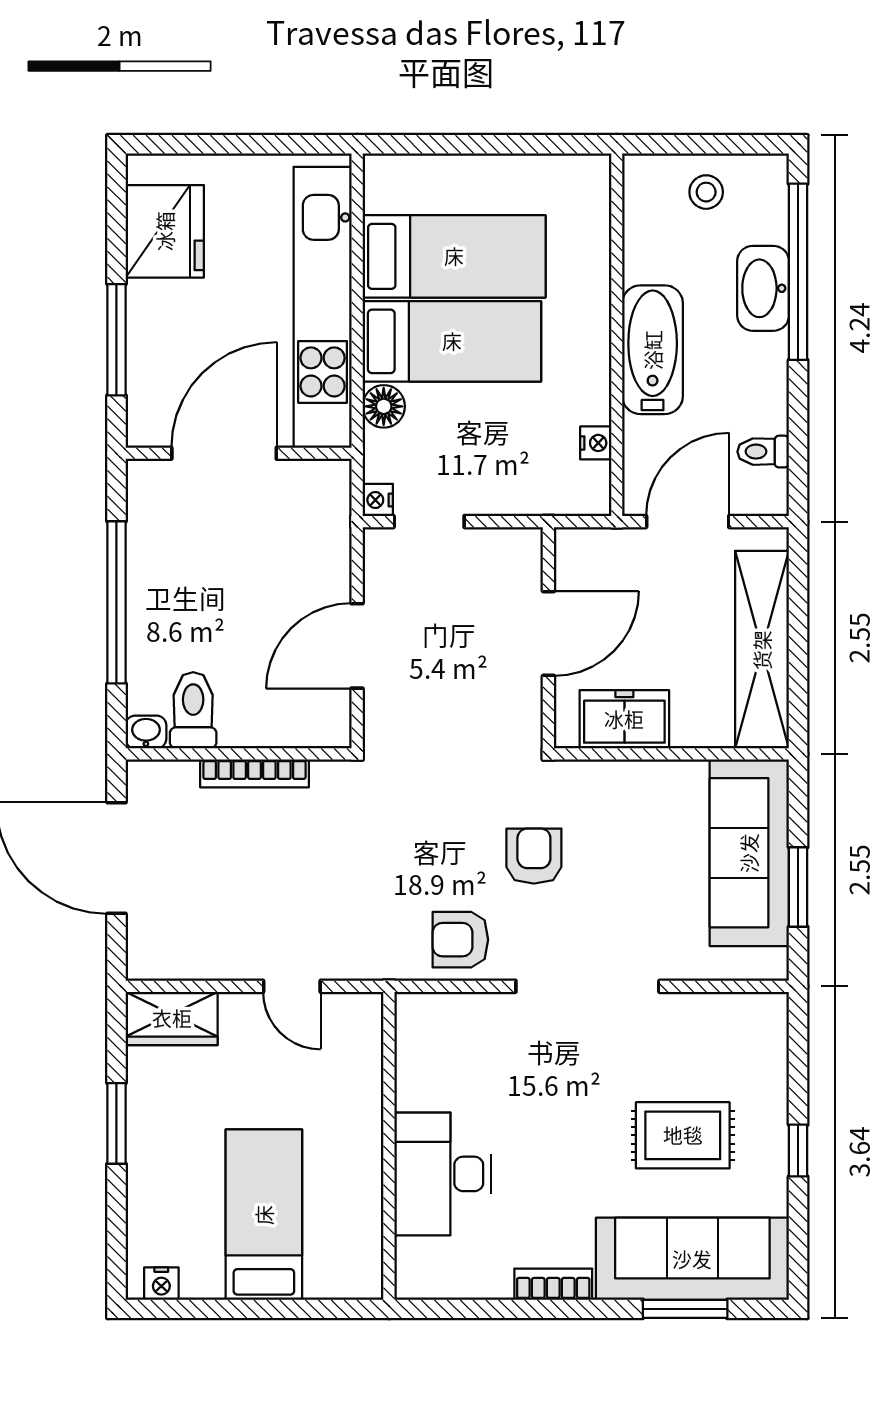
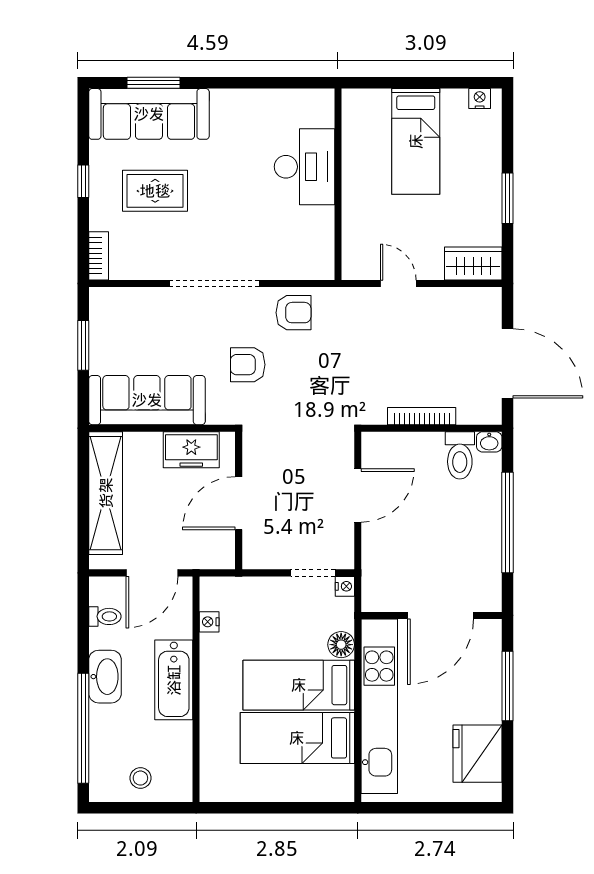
washbasin: (763, 288) -> (105, 677), moved
sofa: (749, 853) -> (147, 400), moved, turned -90
armchair: (534, 856) -> (248, 365), turned 90
bookcase: (553, 1284) -> (99, 256), moved, turned -90

